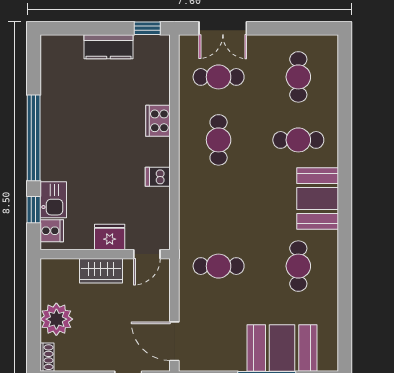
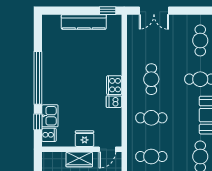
kitchen counter: (108, 47) -> (84, 22), width x1.50
cafe table: (219, 77) -> (151, 118), moved
cooker: (158, 121) -> (114, 85), moved

